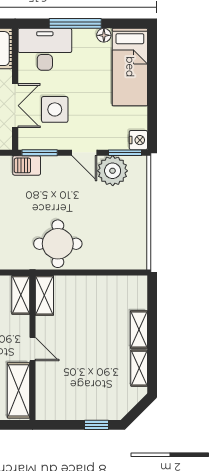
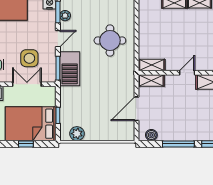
barbecue: (27, 165) -> (70, 69), width x1.88, depth x1.53
plant: (113, 171) -> (65, 16), width x0.53, depth x0.53
round table: (58, 244) -> (110, 40), moved

